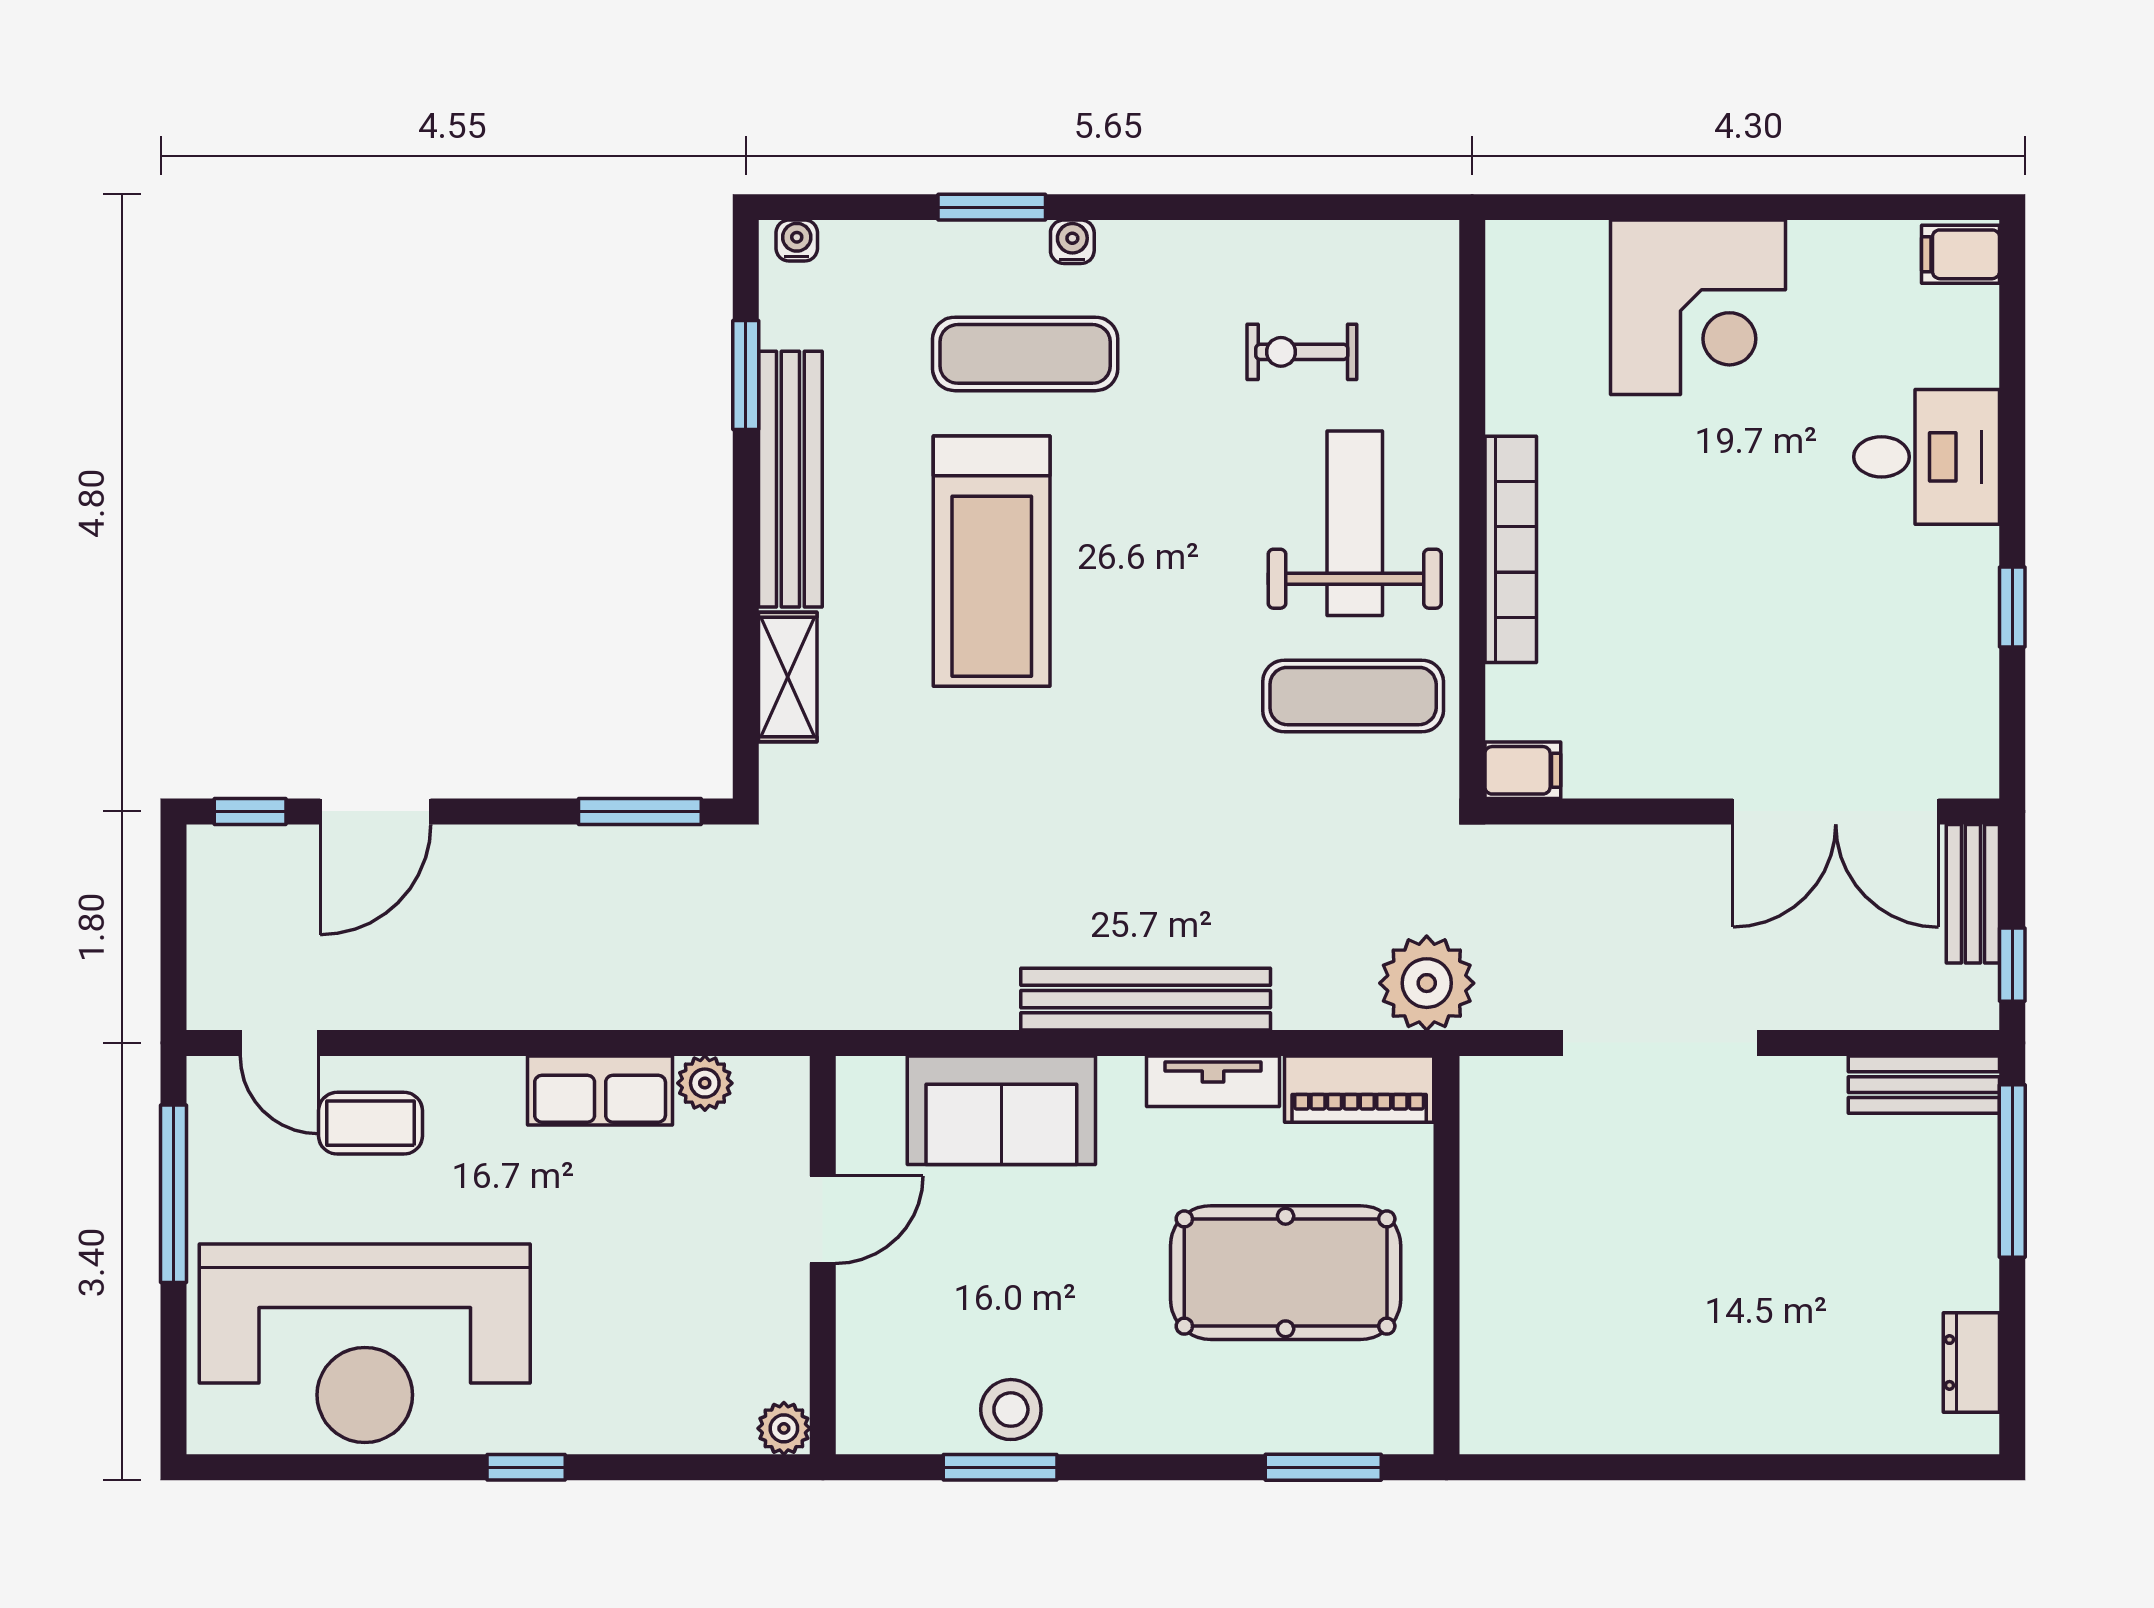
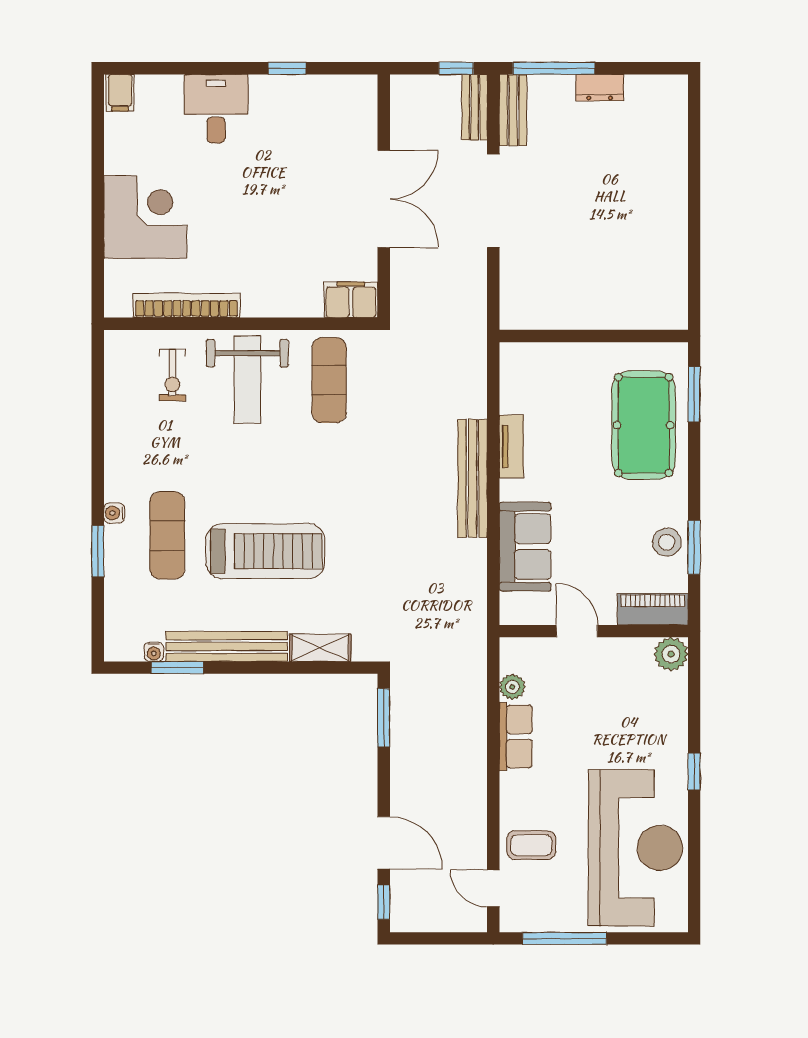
water cooler: (797, 241) -> (154, 652), moved, turned -90
exercise bike: (1302, 352) -> (172, 375), moved
weight bench: (1355, 523) -> (247, 379), turned -90
bookcase: (1511, 549) -> (186, 306), moved
filing cabinet: (1523, 770) -> (351, 300), width x2.00
double door: (1836, 811) -> (384, 199), moved
bench: (1973, 894) -> (475, 107), moved, turned 90
plant: (1427, 983) -> (465, 345), removed
door: (279, 1043) -> (493, 888), swing flipped
doorway: (1660, 1043) -> (493, 201), moved
piano: (1359, 1089) -> (653, 609), moved, turned -90
coffee table: (371, 1123) -> (531, 845), turned 90
pool table: (1286, 1273) -> (644, 425), moved
dresser: (1971, 1362) -> (600, 88), moved
plant: (784, 1428) -> (671, 654), width x1.38, depth x1.38

